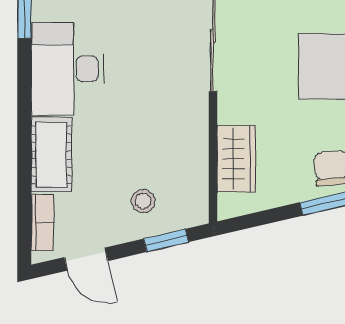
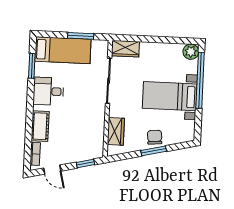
desk: (68, 69) -> (48, 91), width x0.73
stool: (143, 201) -> (77, 147), removed

